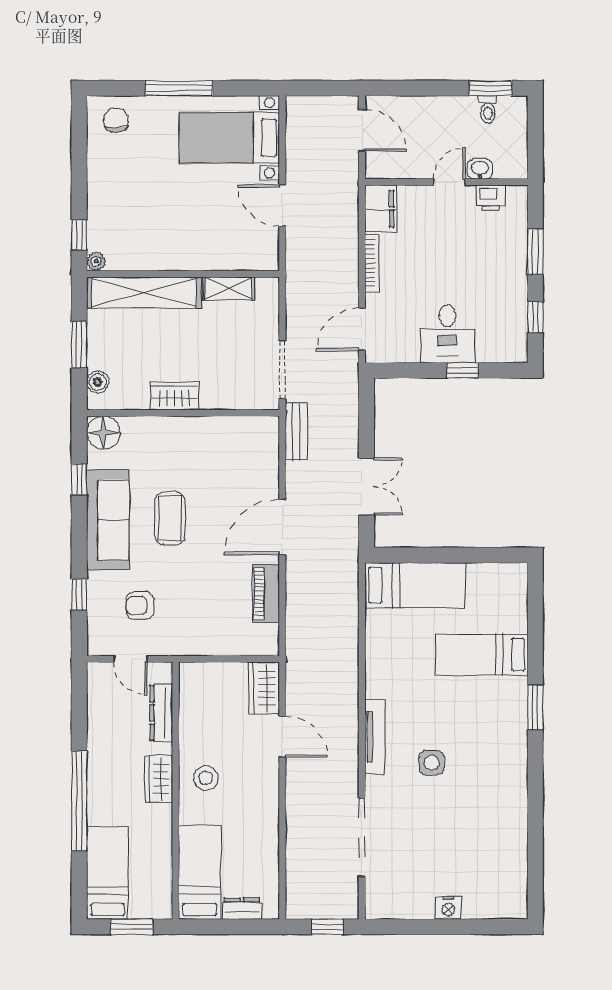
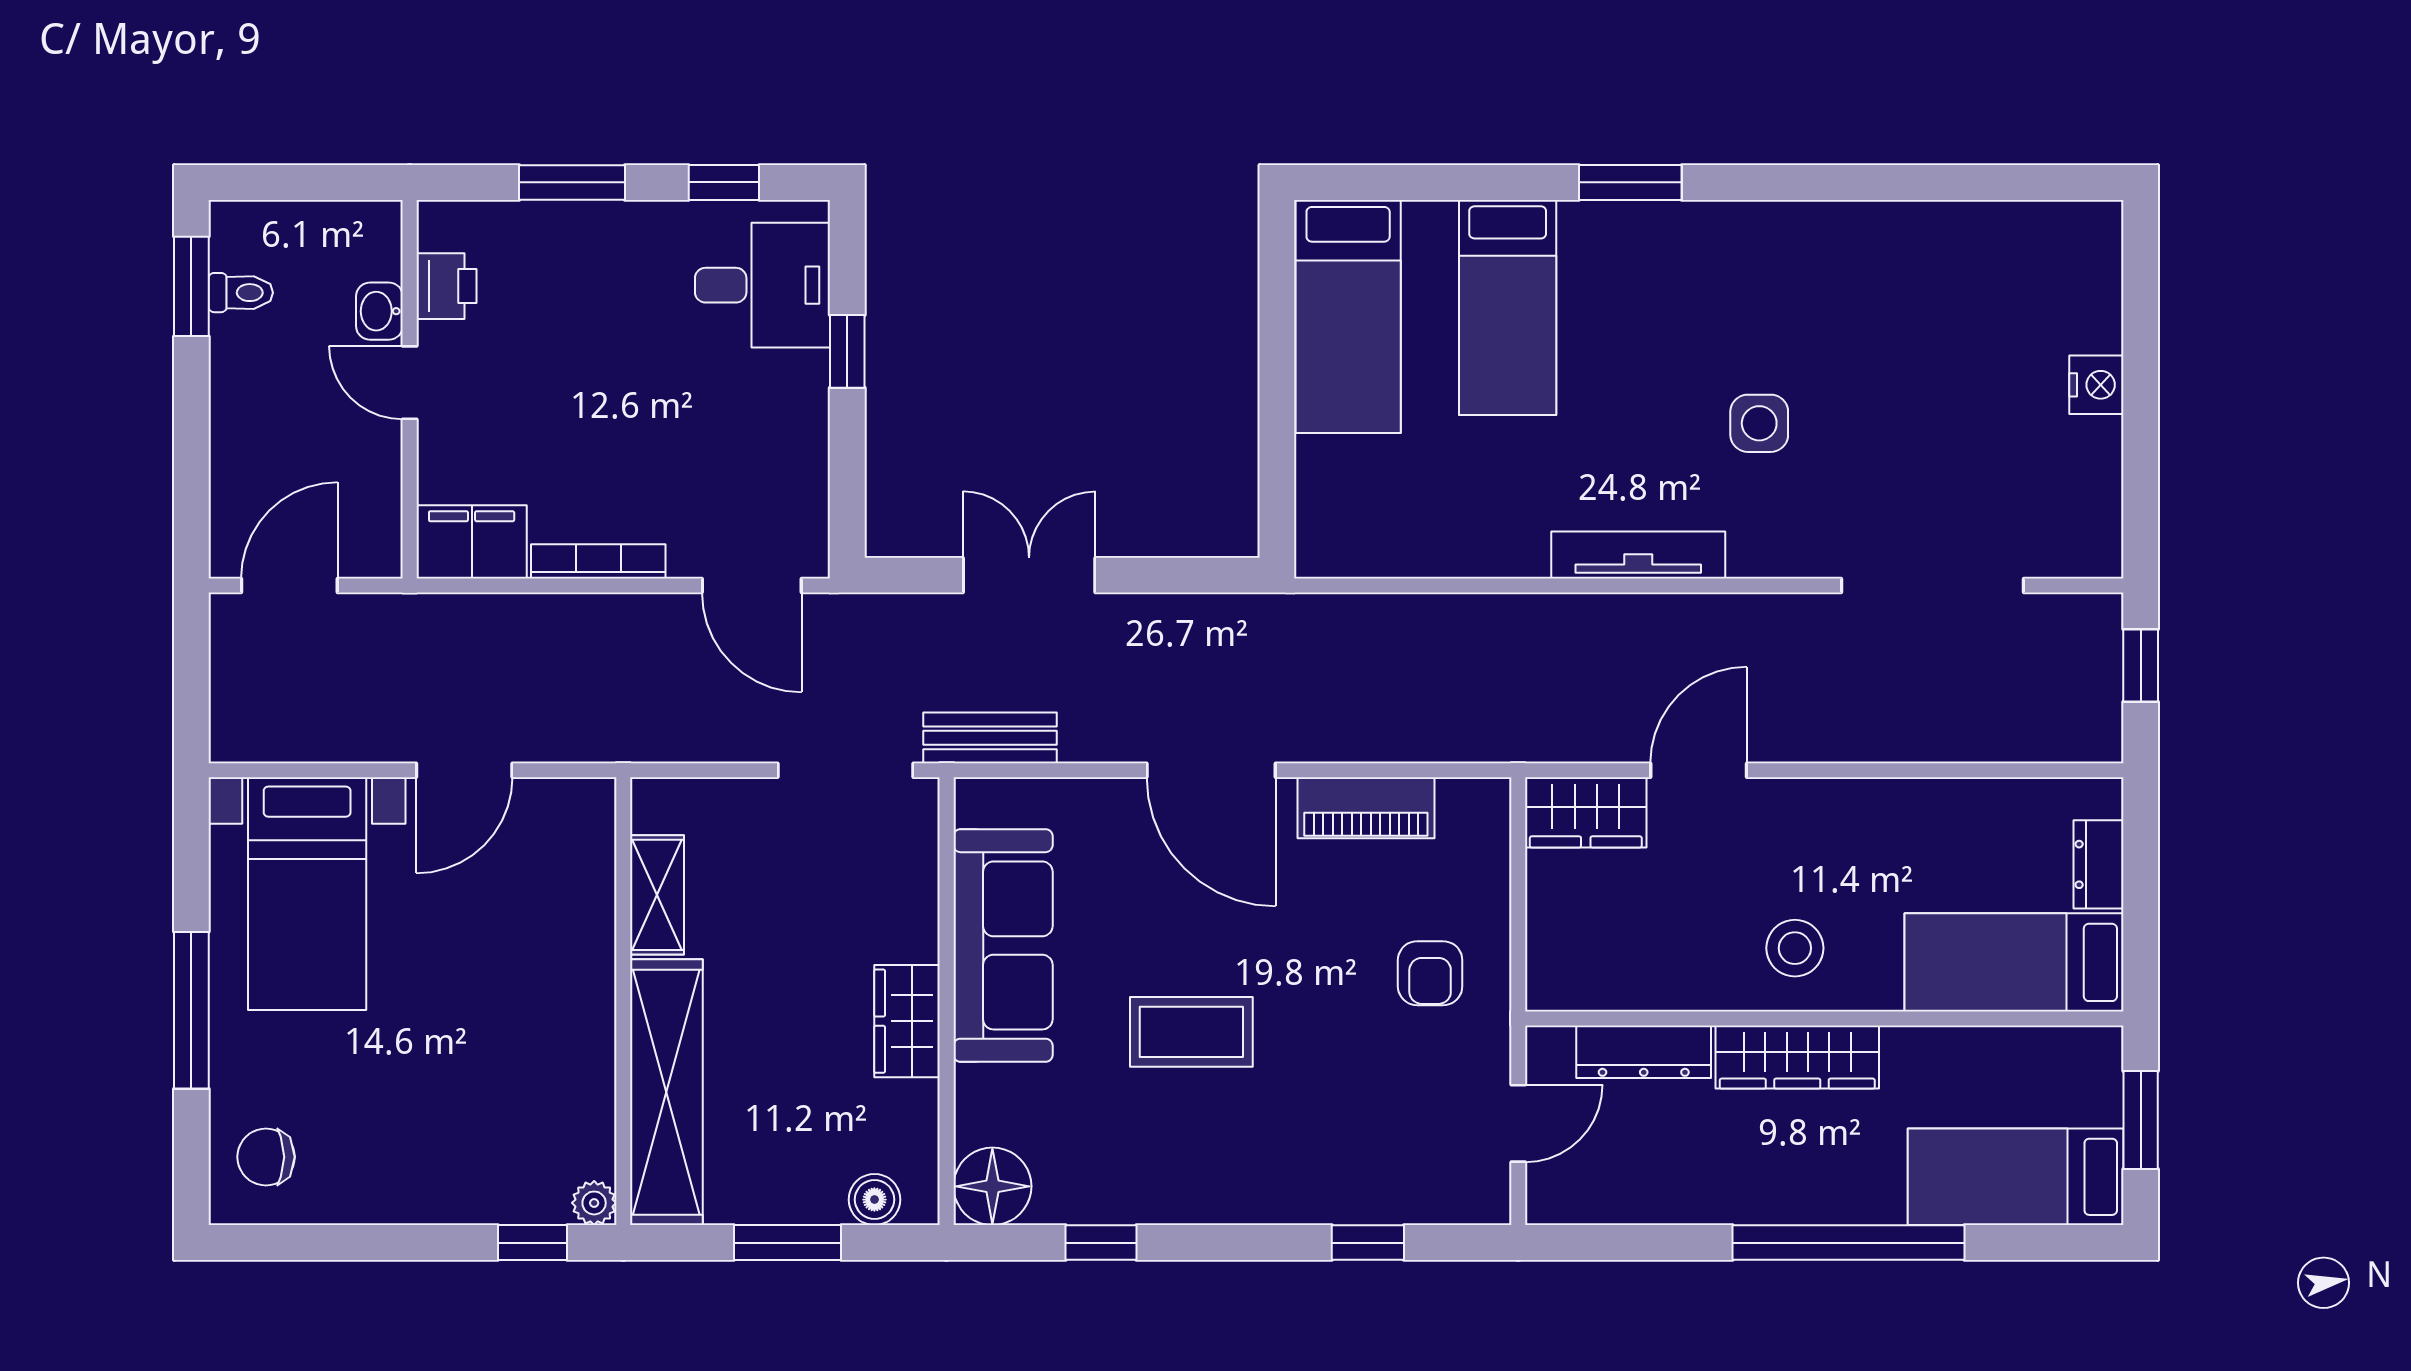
desk: (447, 334) -> (762, 285), moved
double door: (366, 486) -> (1029, 575), moved
sofa: (108, 520) -> (1003, 945), moved, turned 90
bed: (415, 585) -> (1348, 316), moved, turned 180
armchair: (140, 605) -> (1430, 973), moved
tv unit: (375, 737) -> (1638, 555), moved
wardrobe: (159, 779) -> (1797, 1057), width x1.50

